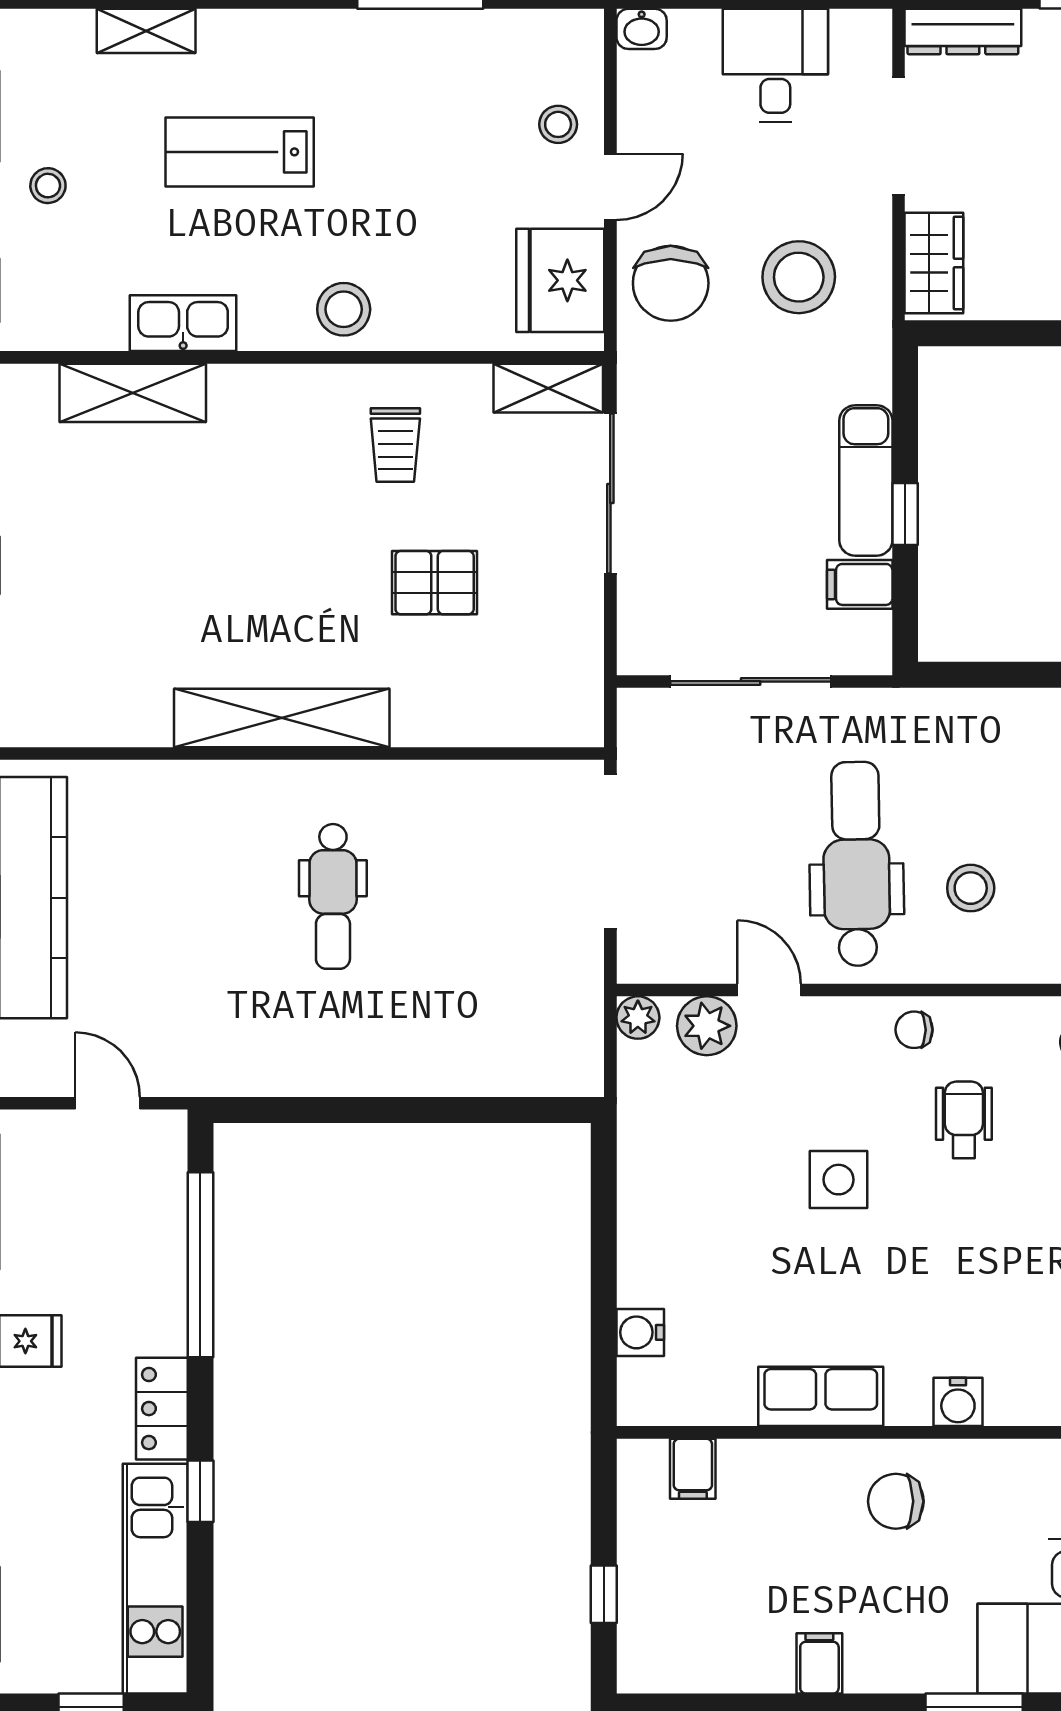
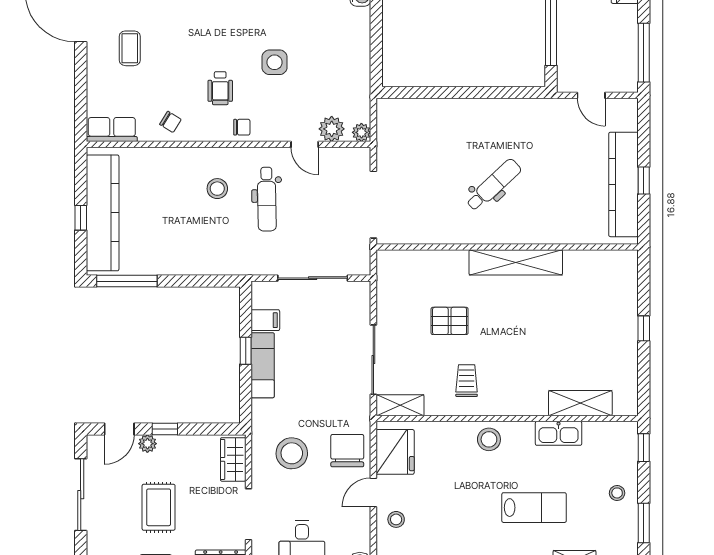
dental chair: (856, 864) -> (267, 199), width x0.73, depth x0.72
dental chair: (333, 896) -> (494, 185), turned 47

